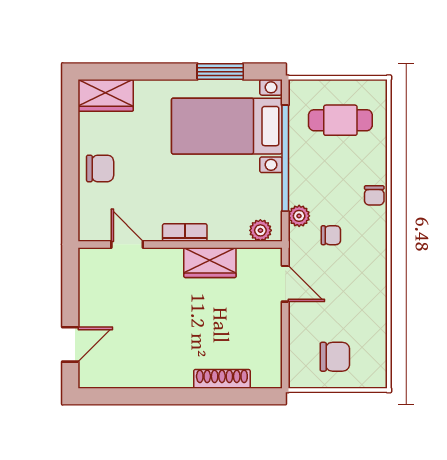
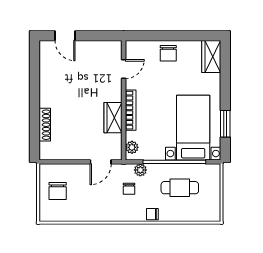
cafe table: (340, 120) -> (180, 188), moved, turned 90
bookcase: (185, 232) -> (131, 110), width x1.56

